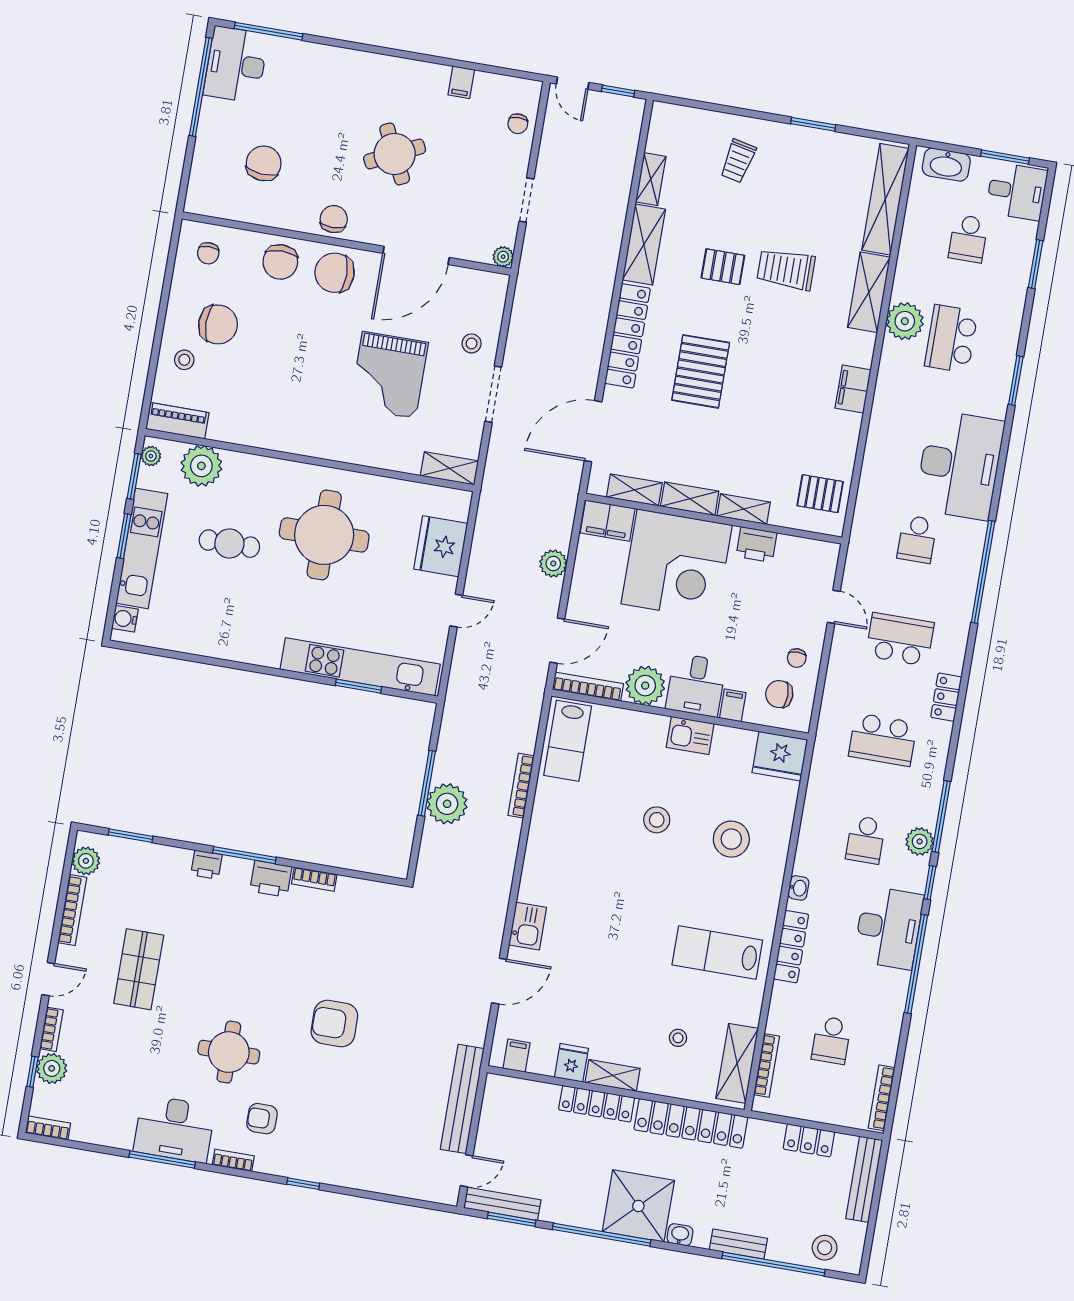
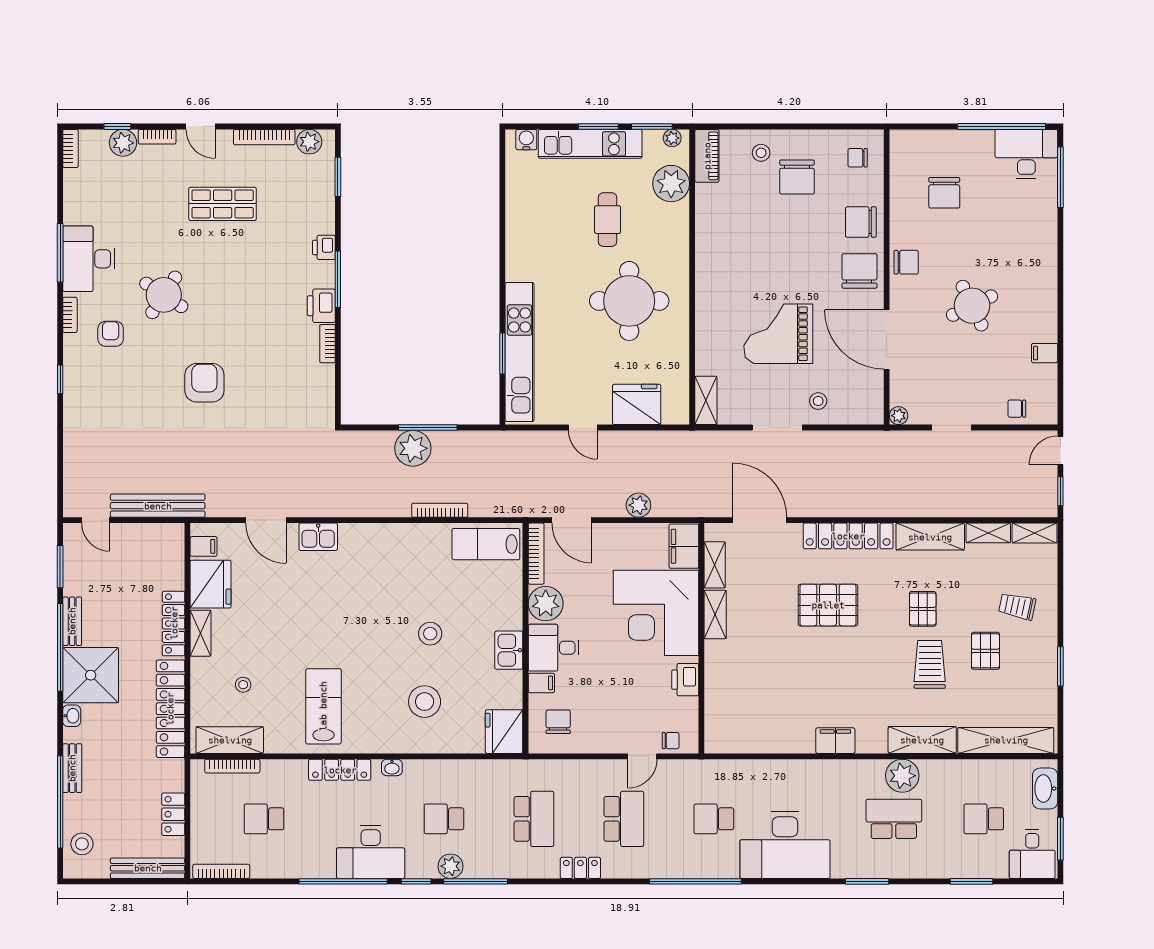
chair: (264, 163) -> (944, 193), turned 85
pallet: (820, 494) -> (985, 651), moved
shelving: (744, 509) -> (1035, 533), moved, turned 90
chair: (797, 658) -> (671, 741), moved, turned 180
school desk: (883, 740) -> (534, 819), turned 180
round table: (229, 1052) -> (164, 295), turned 33
fridge: (571, 1063) -> (211, 584), width x1.88, depth x1.34
bench: (502, 1204) -> (72, 621), moved, width x0.73

